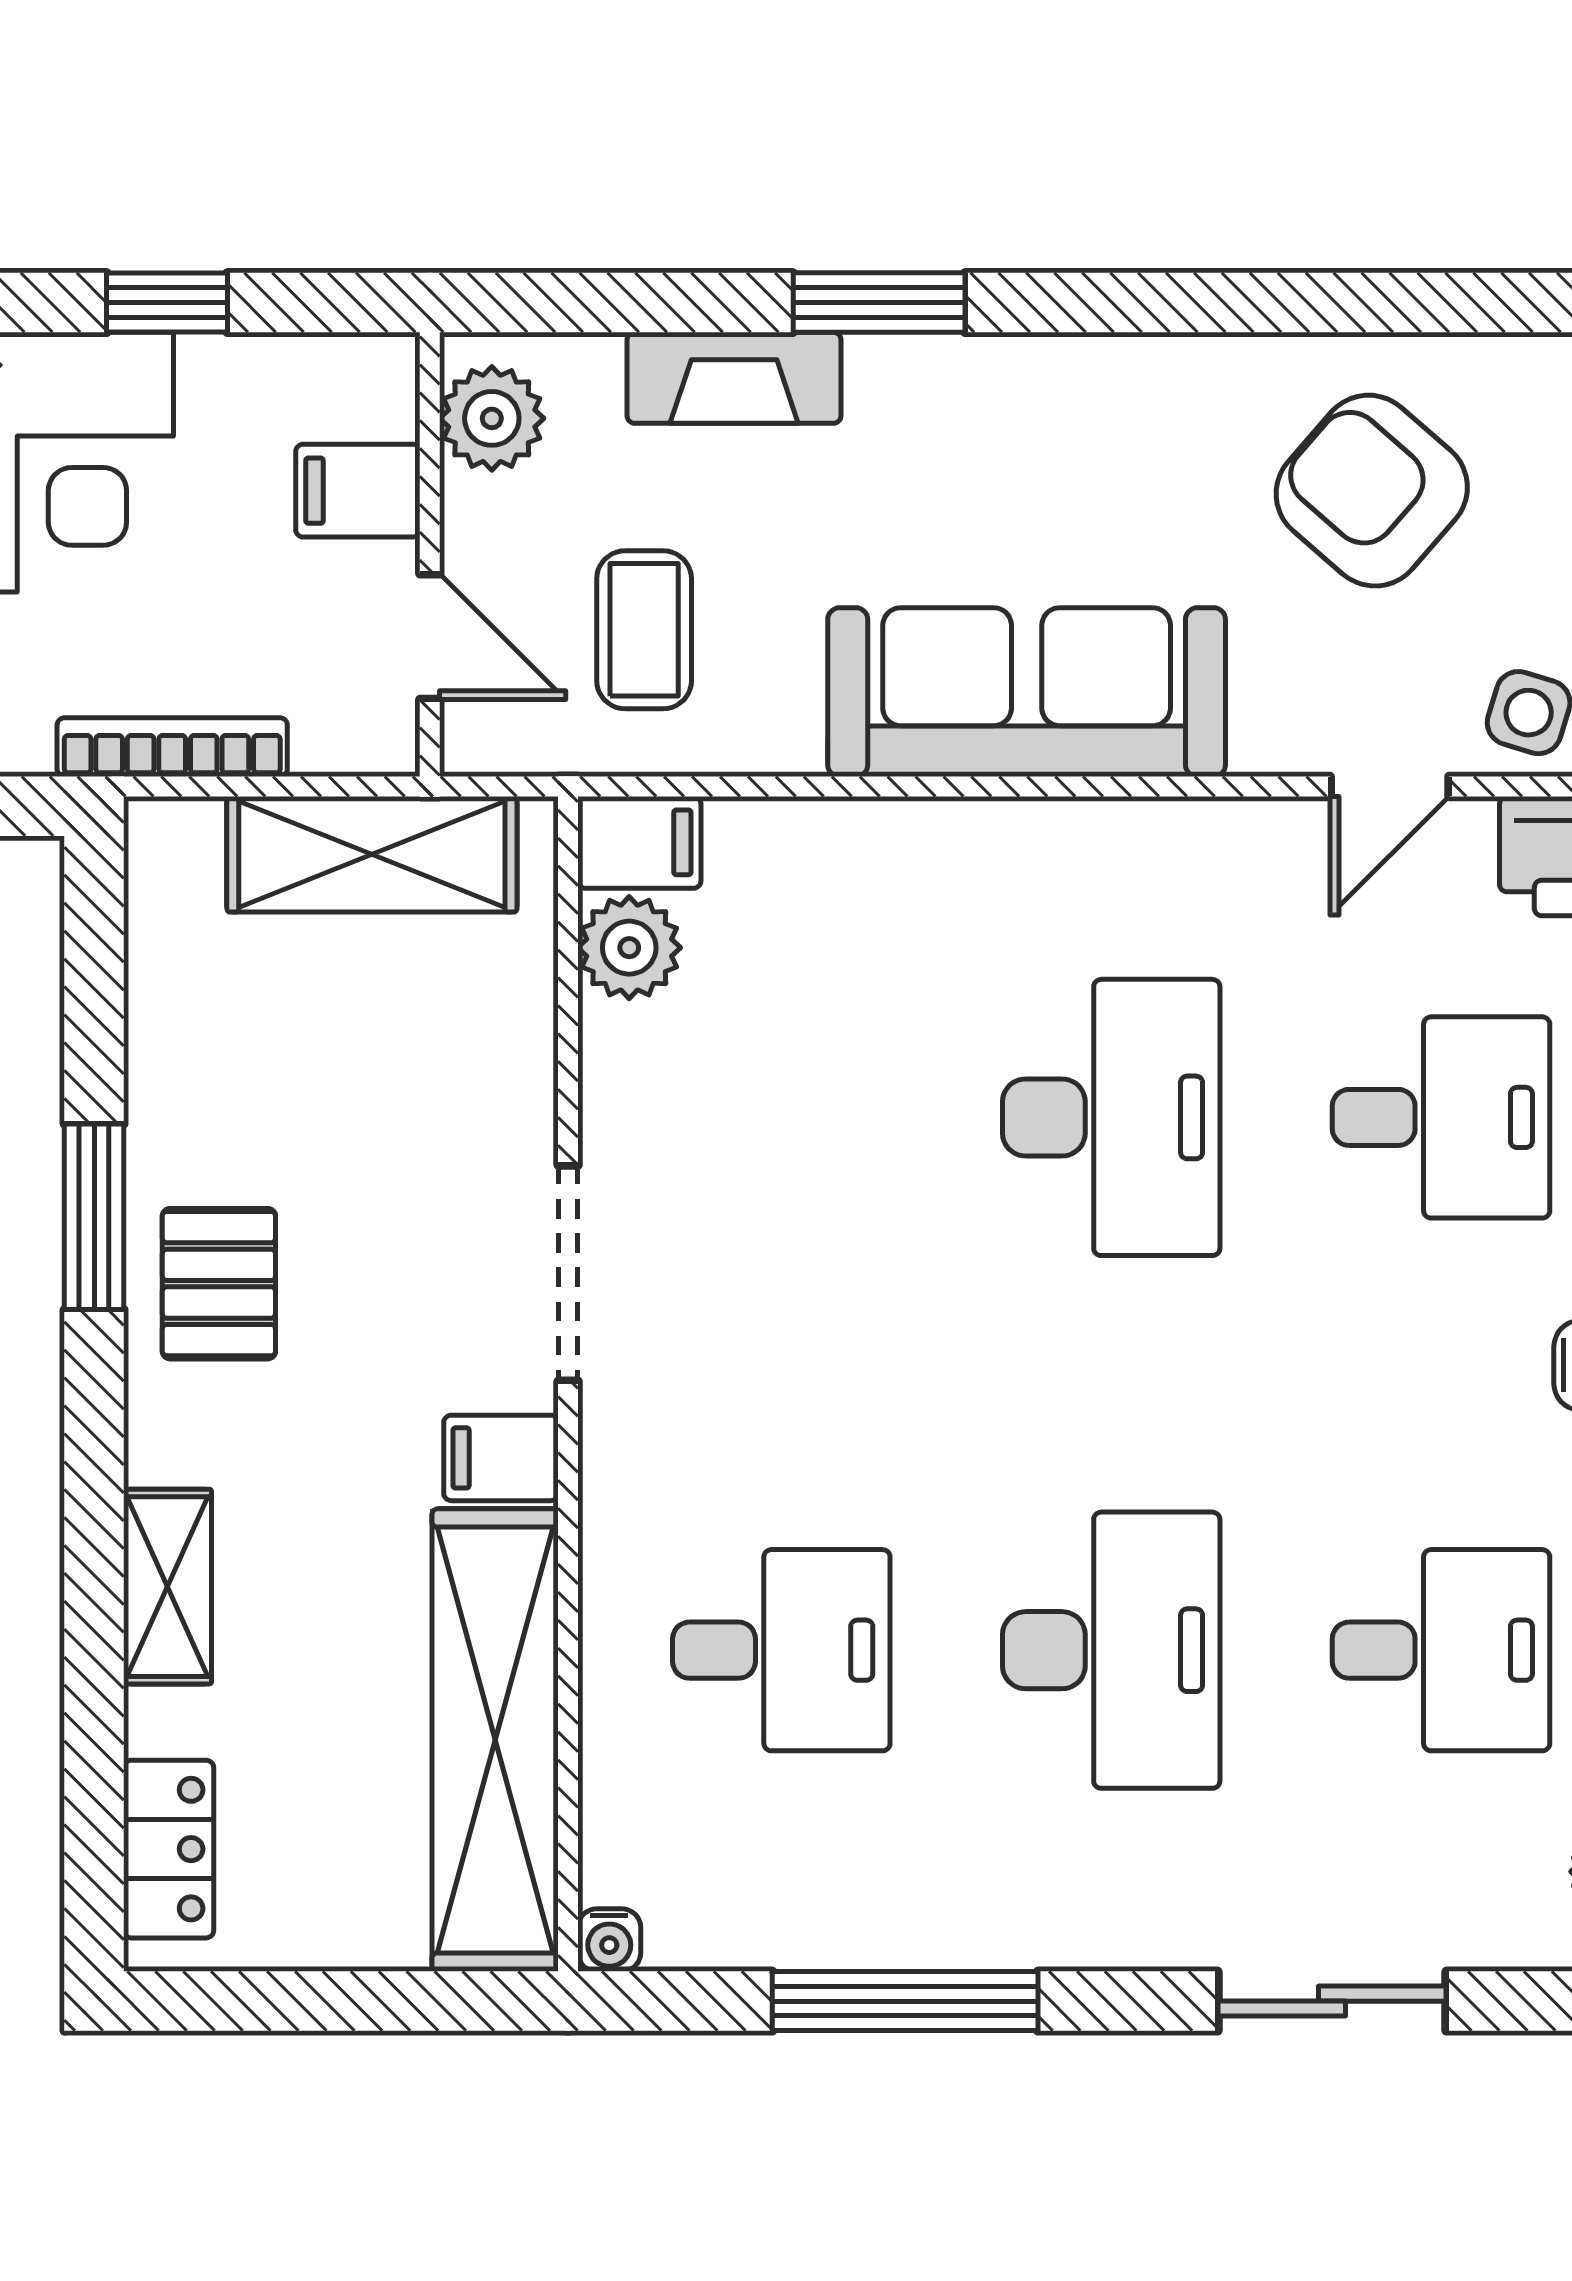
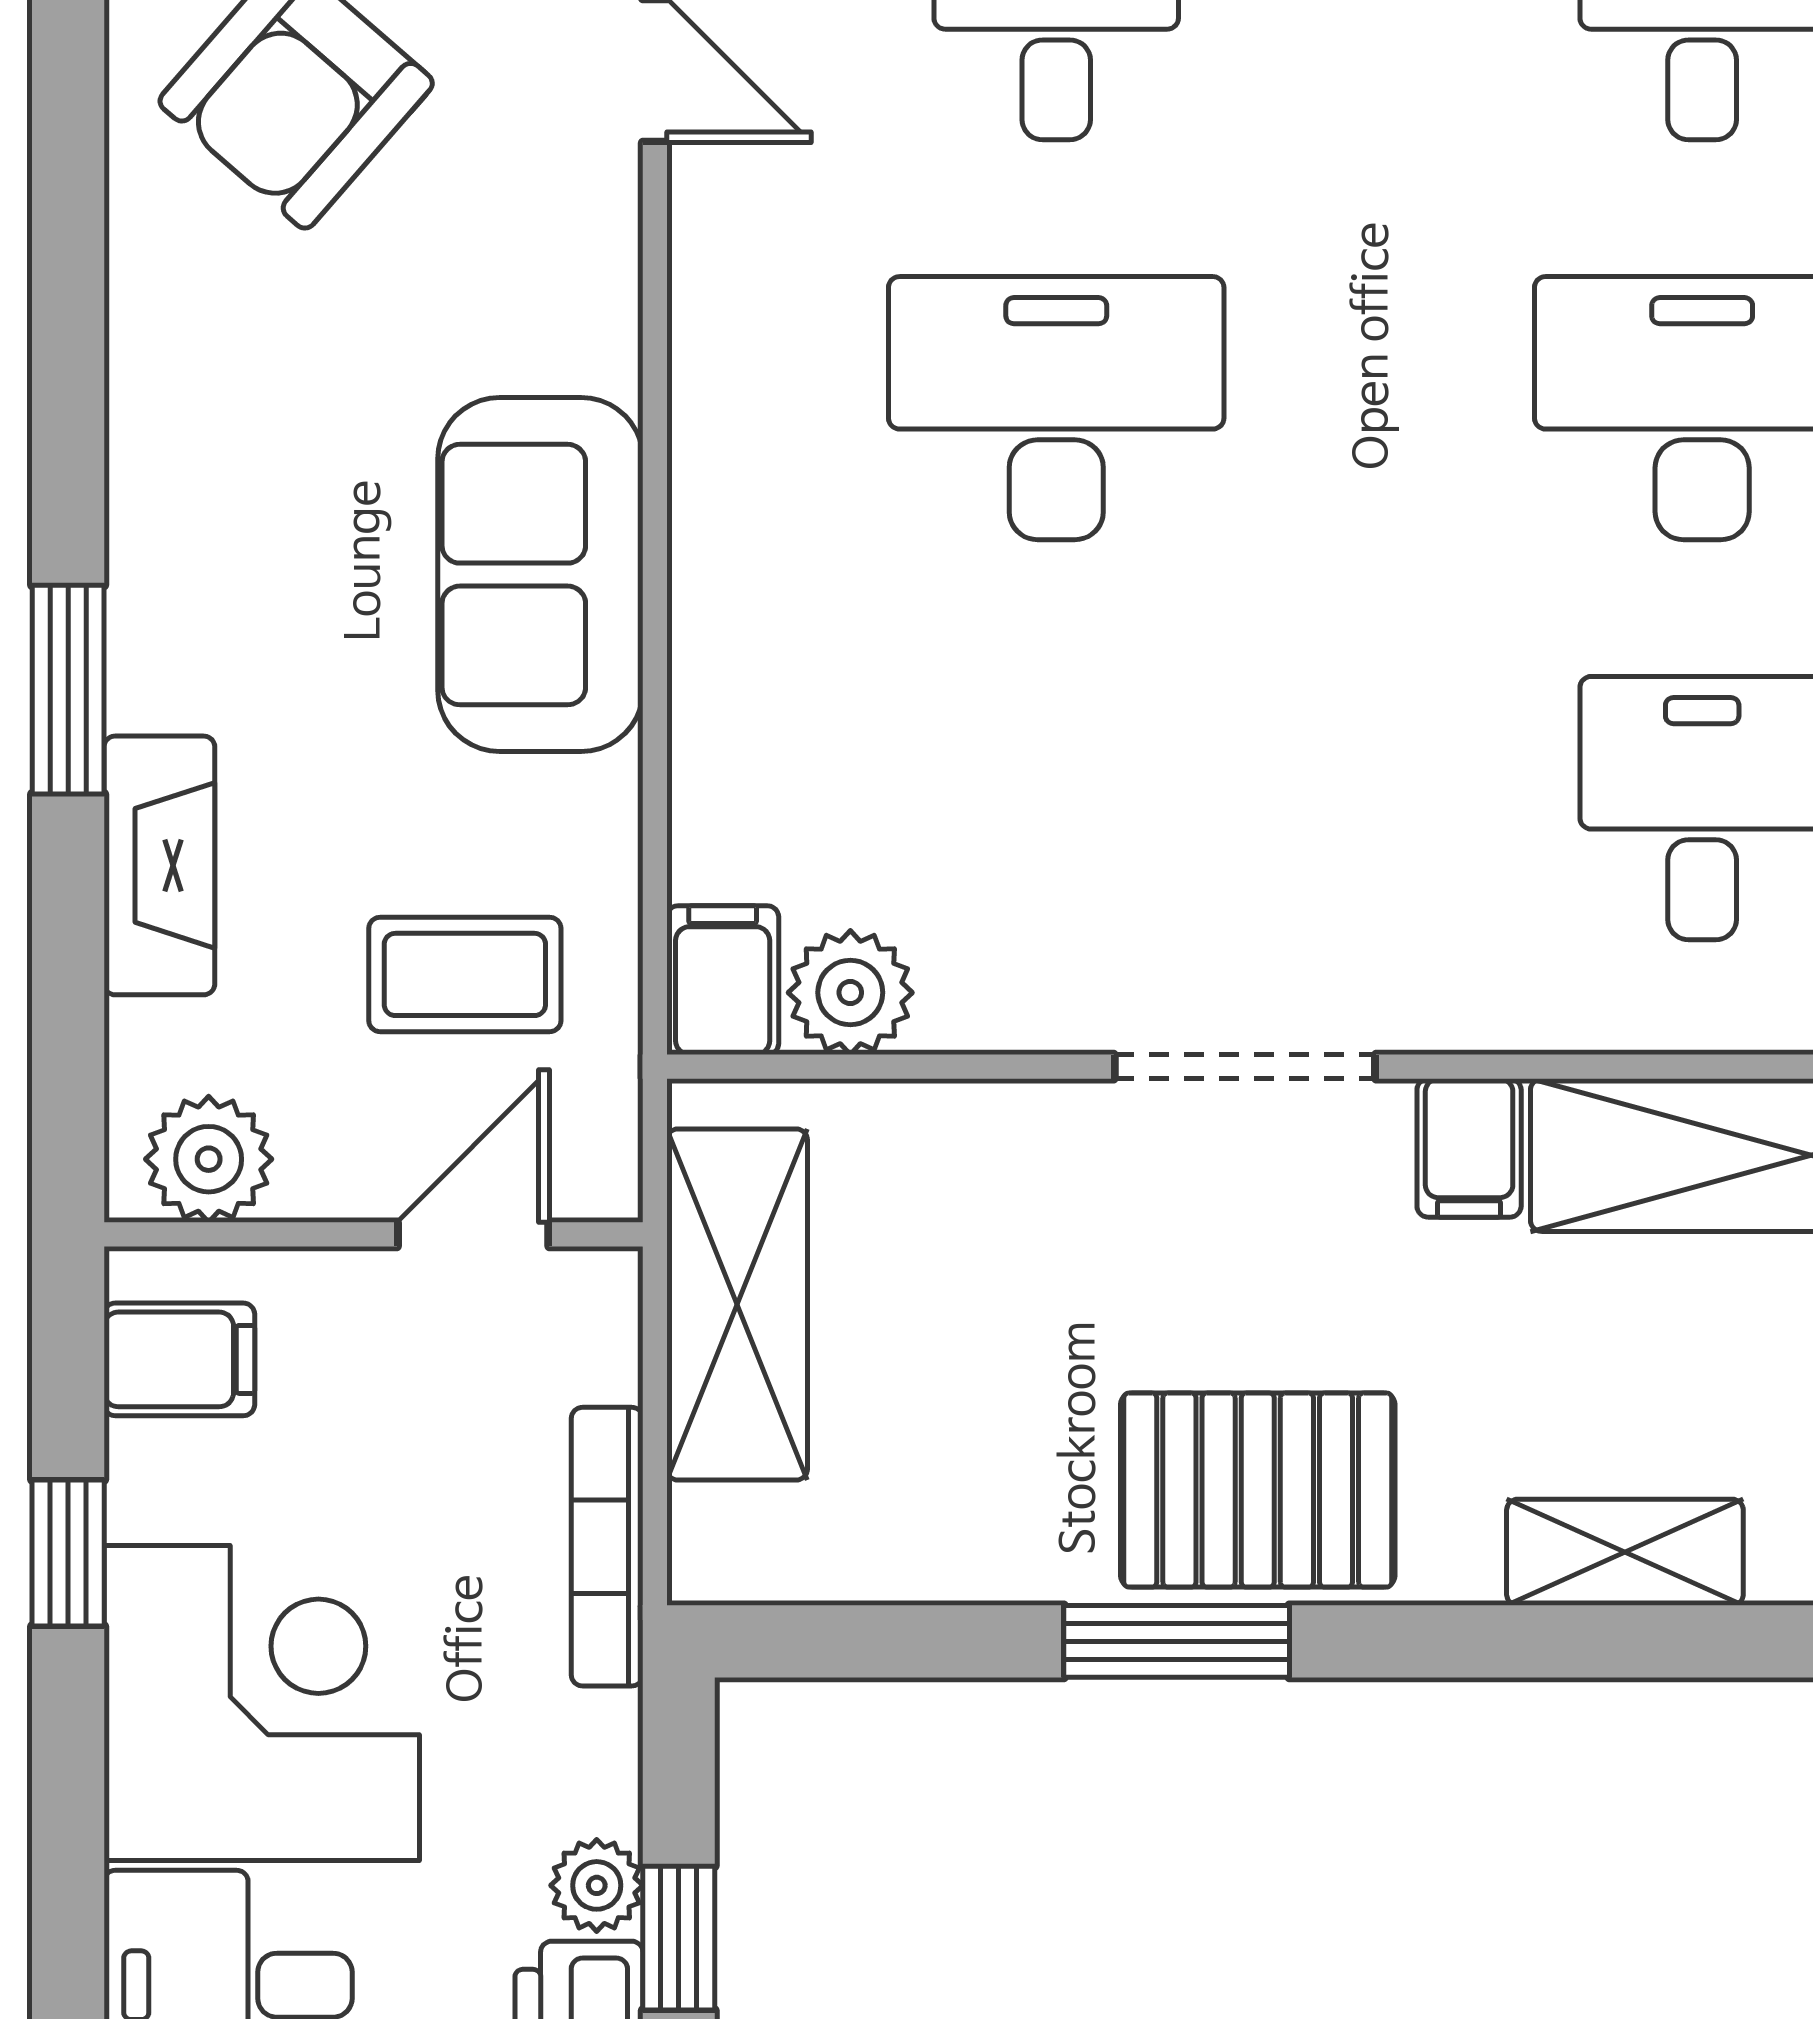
filing cabinet: (358, 491) -> (179, 1359), moved, turned -90
sofa: (1027, 692) -> (540, 575), width x0.73
pallet: (219, 1284) -> (1258, 1490), width x1.50, depth x1.42

